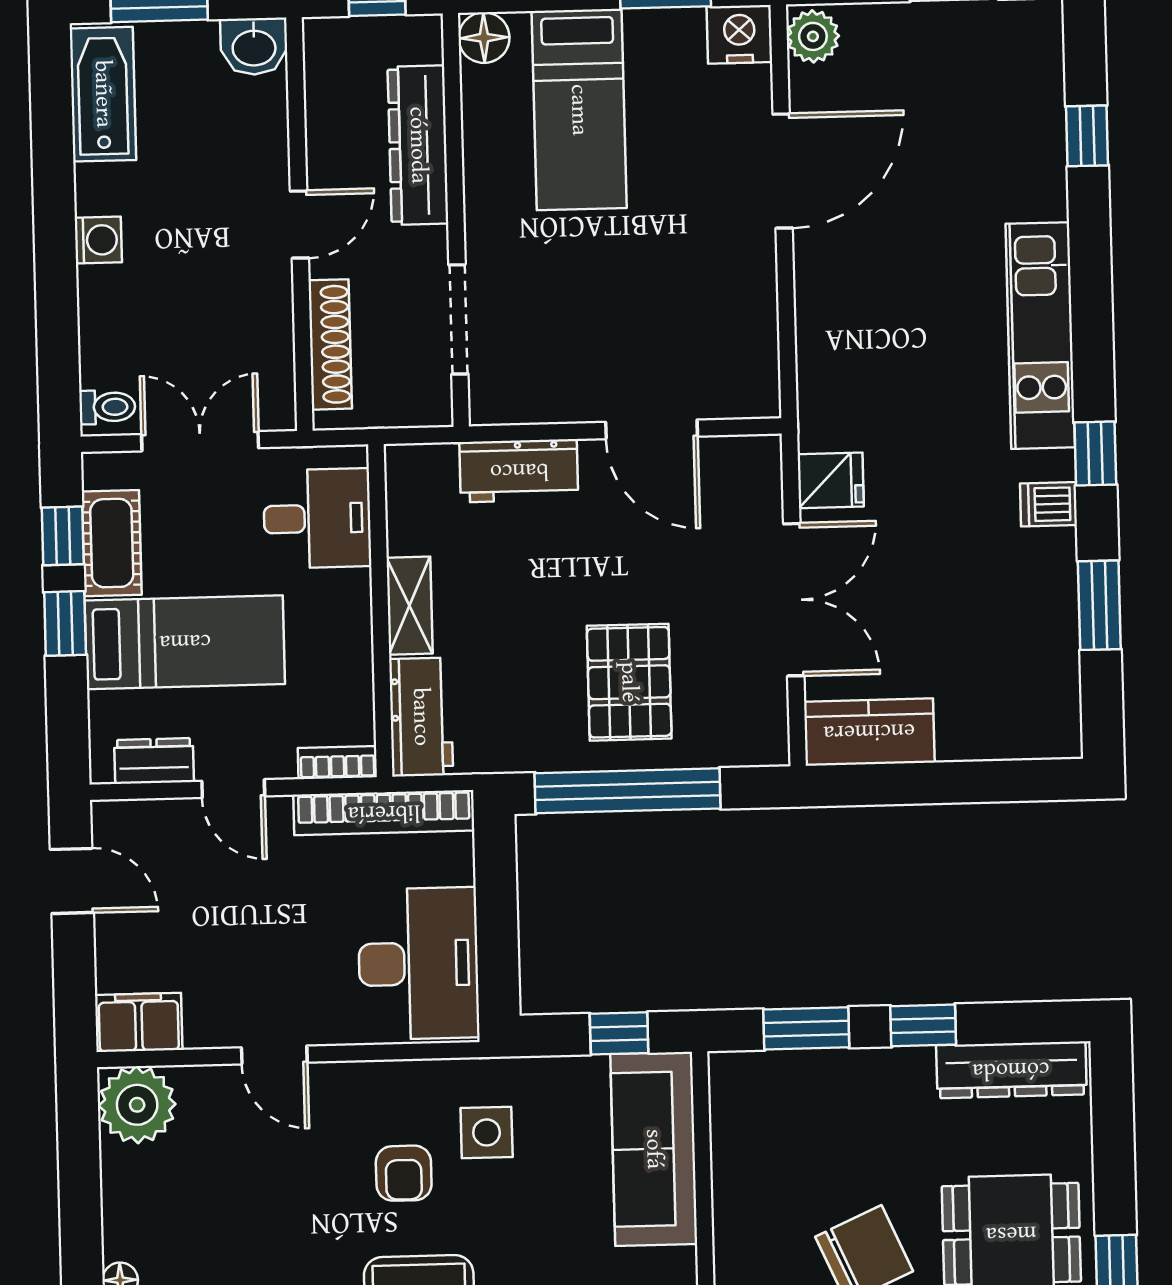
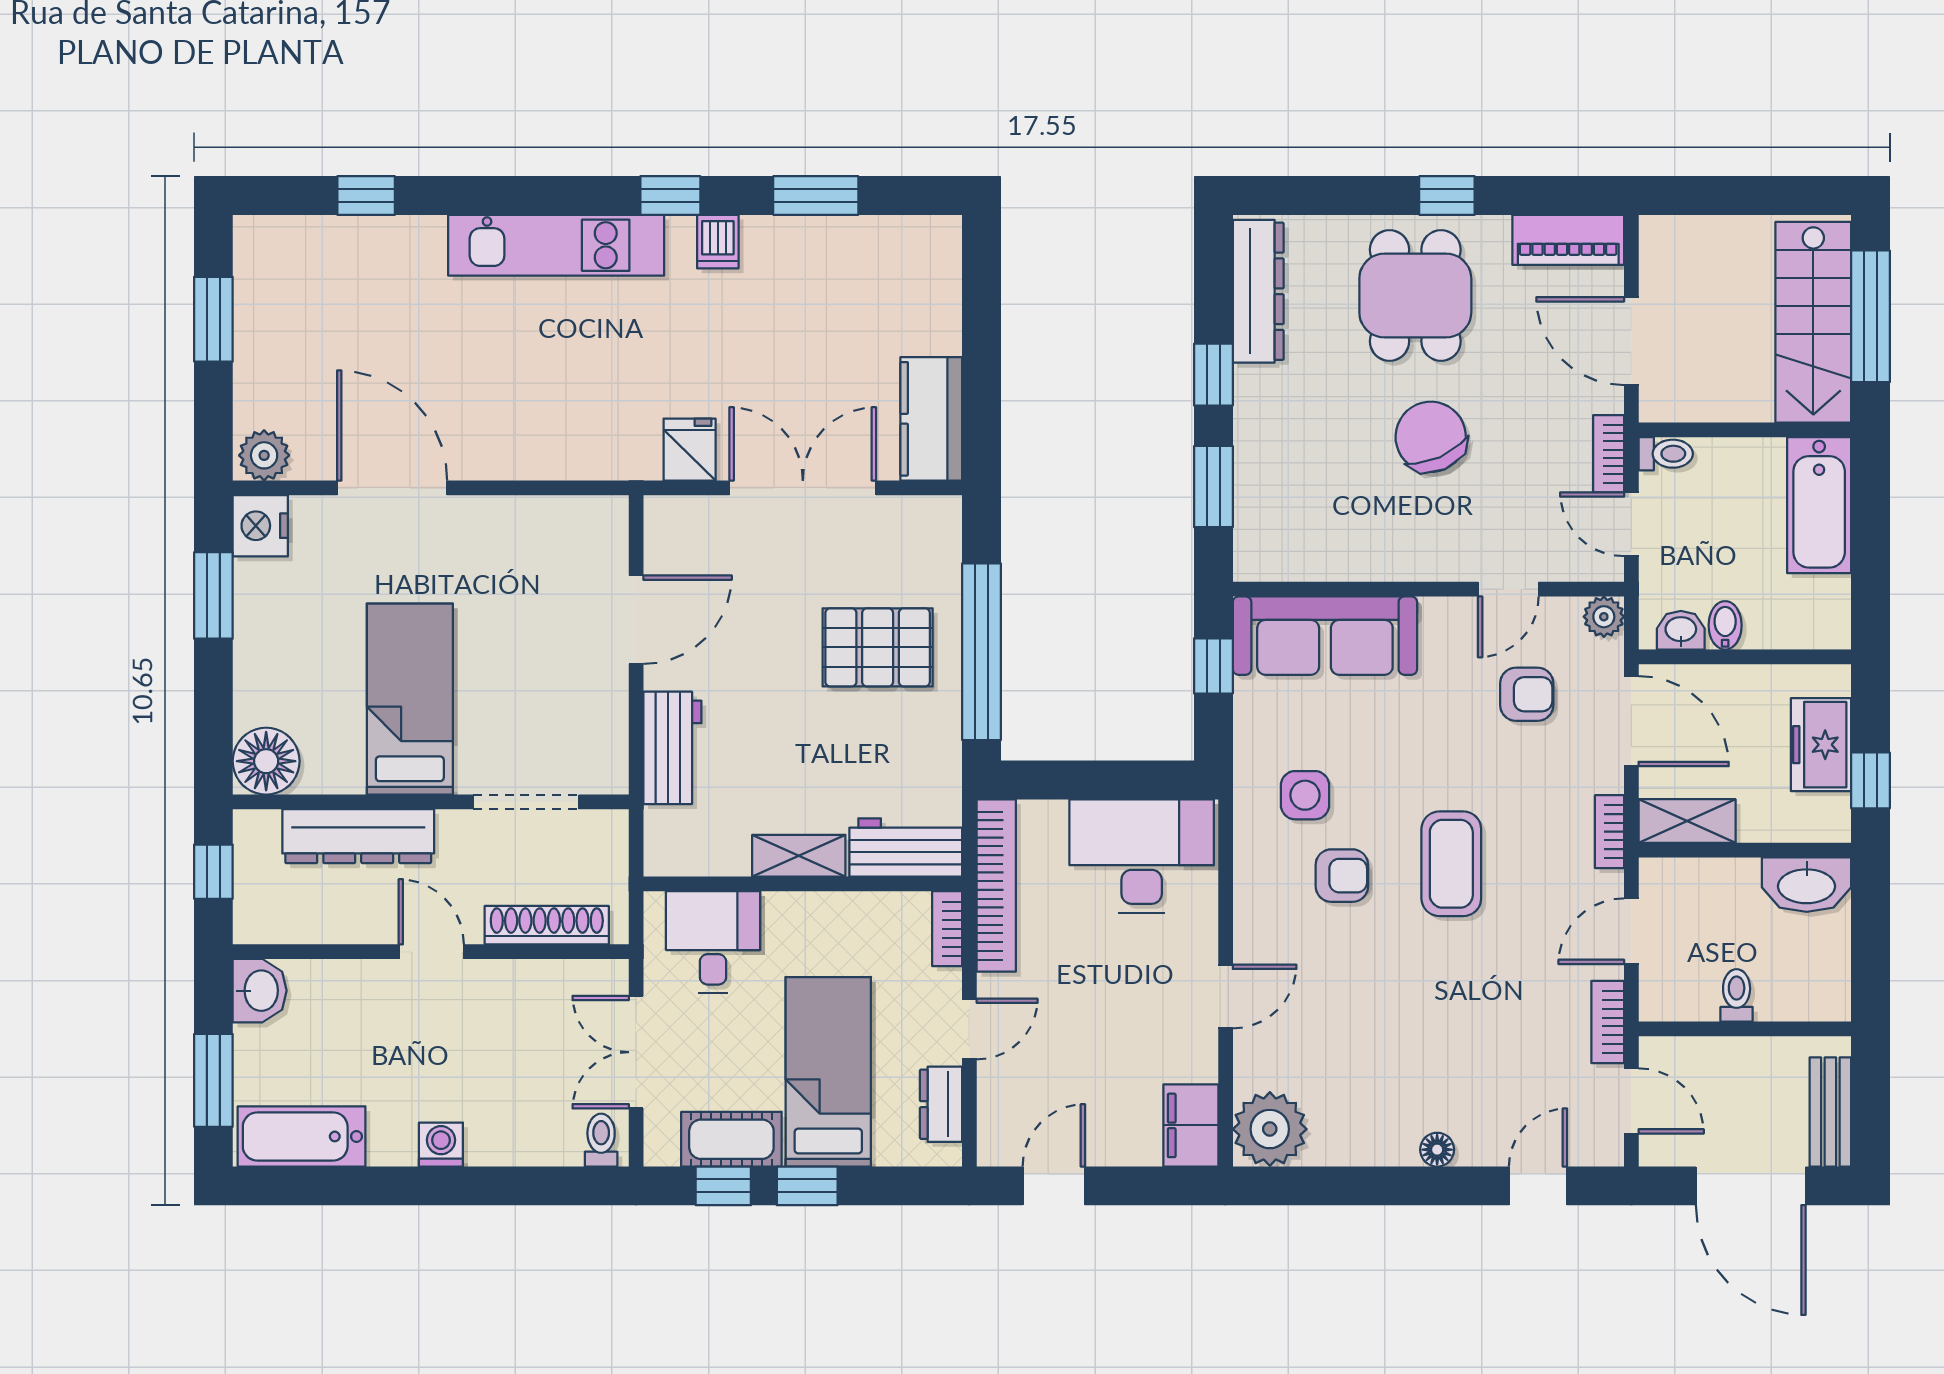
floor lamp: (484, 38) -> (266, 761), width x1.38, depth x1.38
bed: (579, 110) -> (410, 699), moved, turned -90

